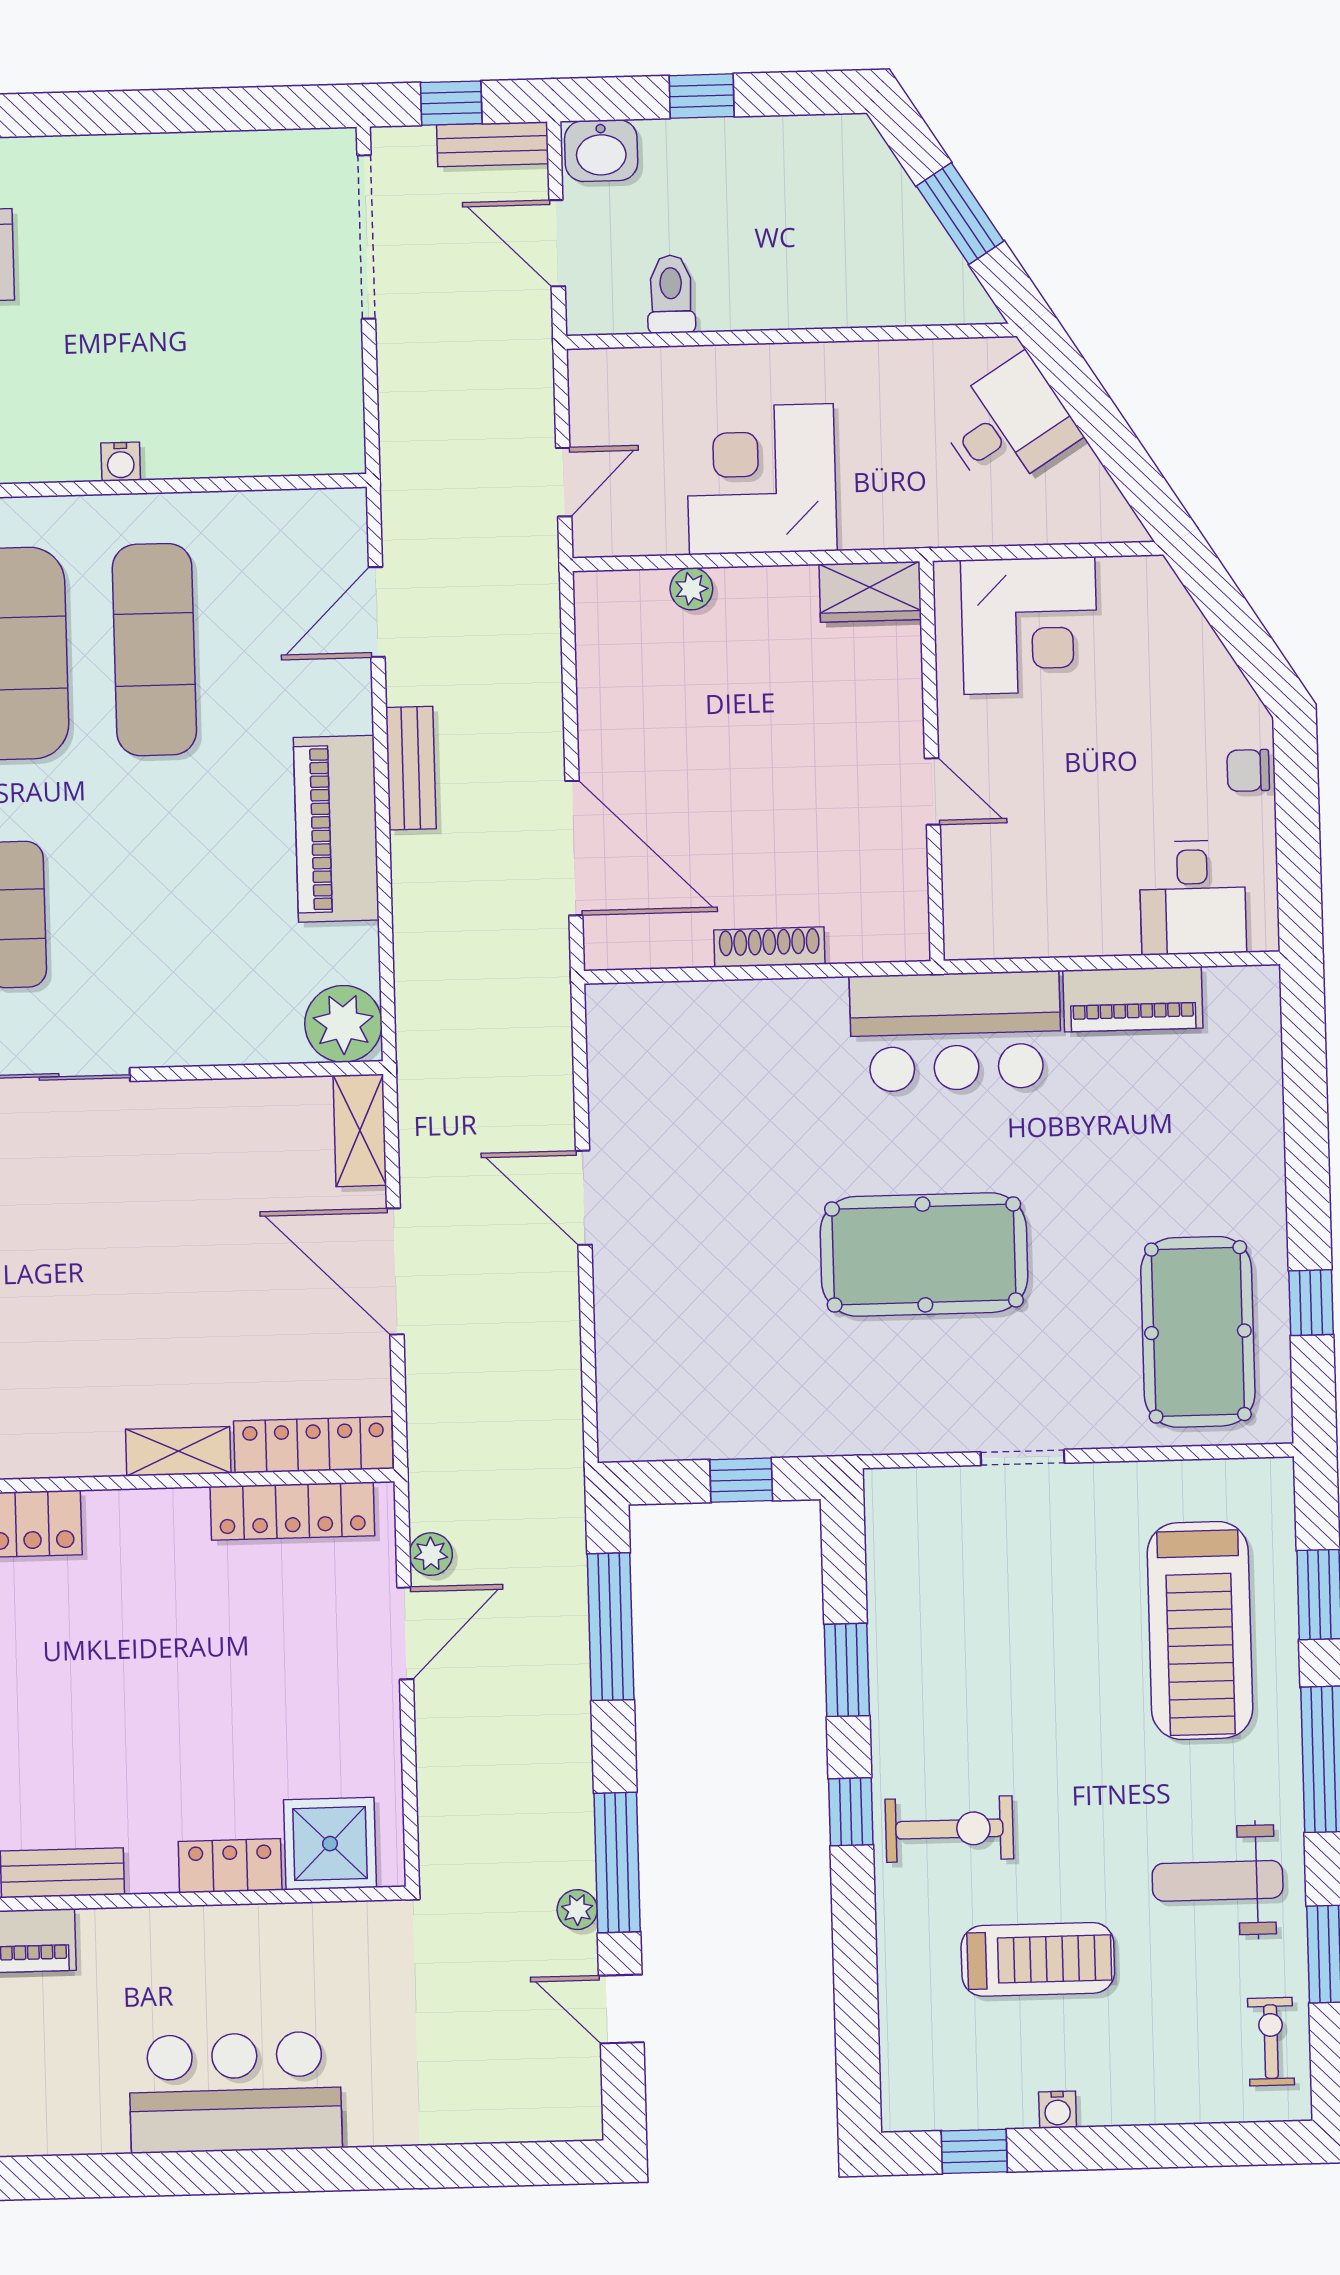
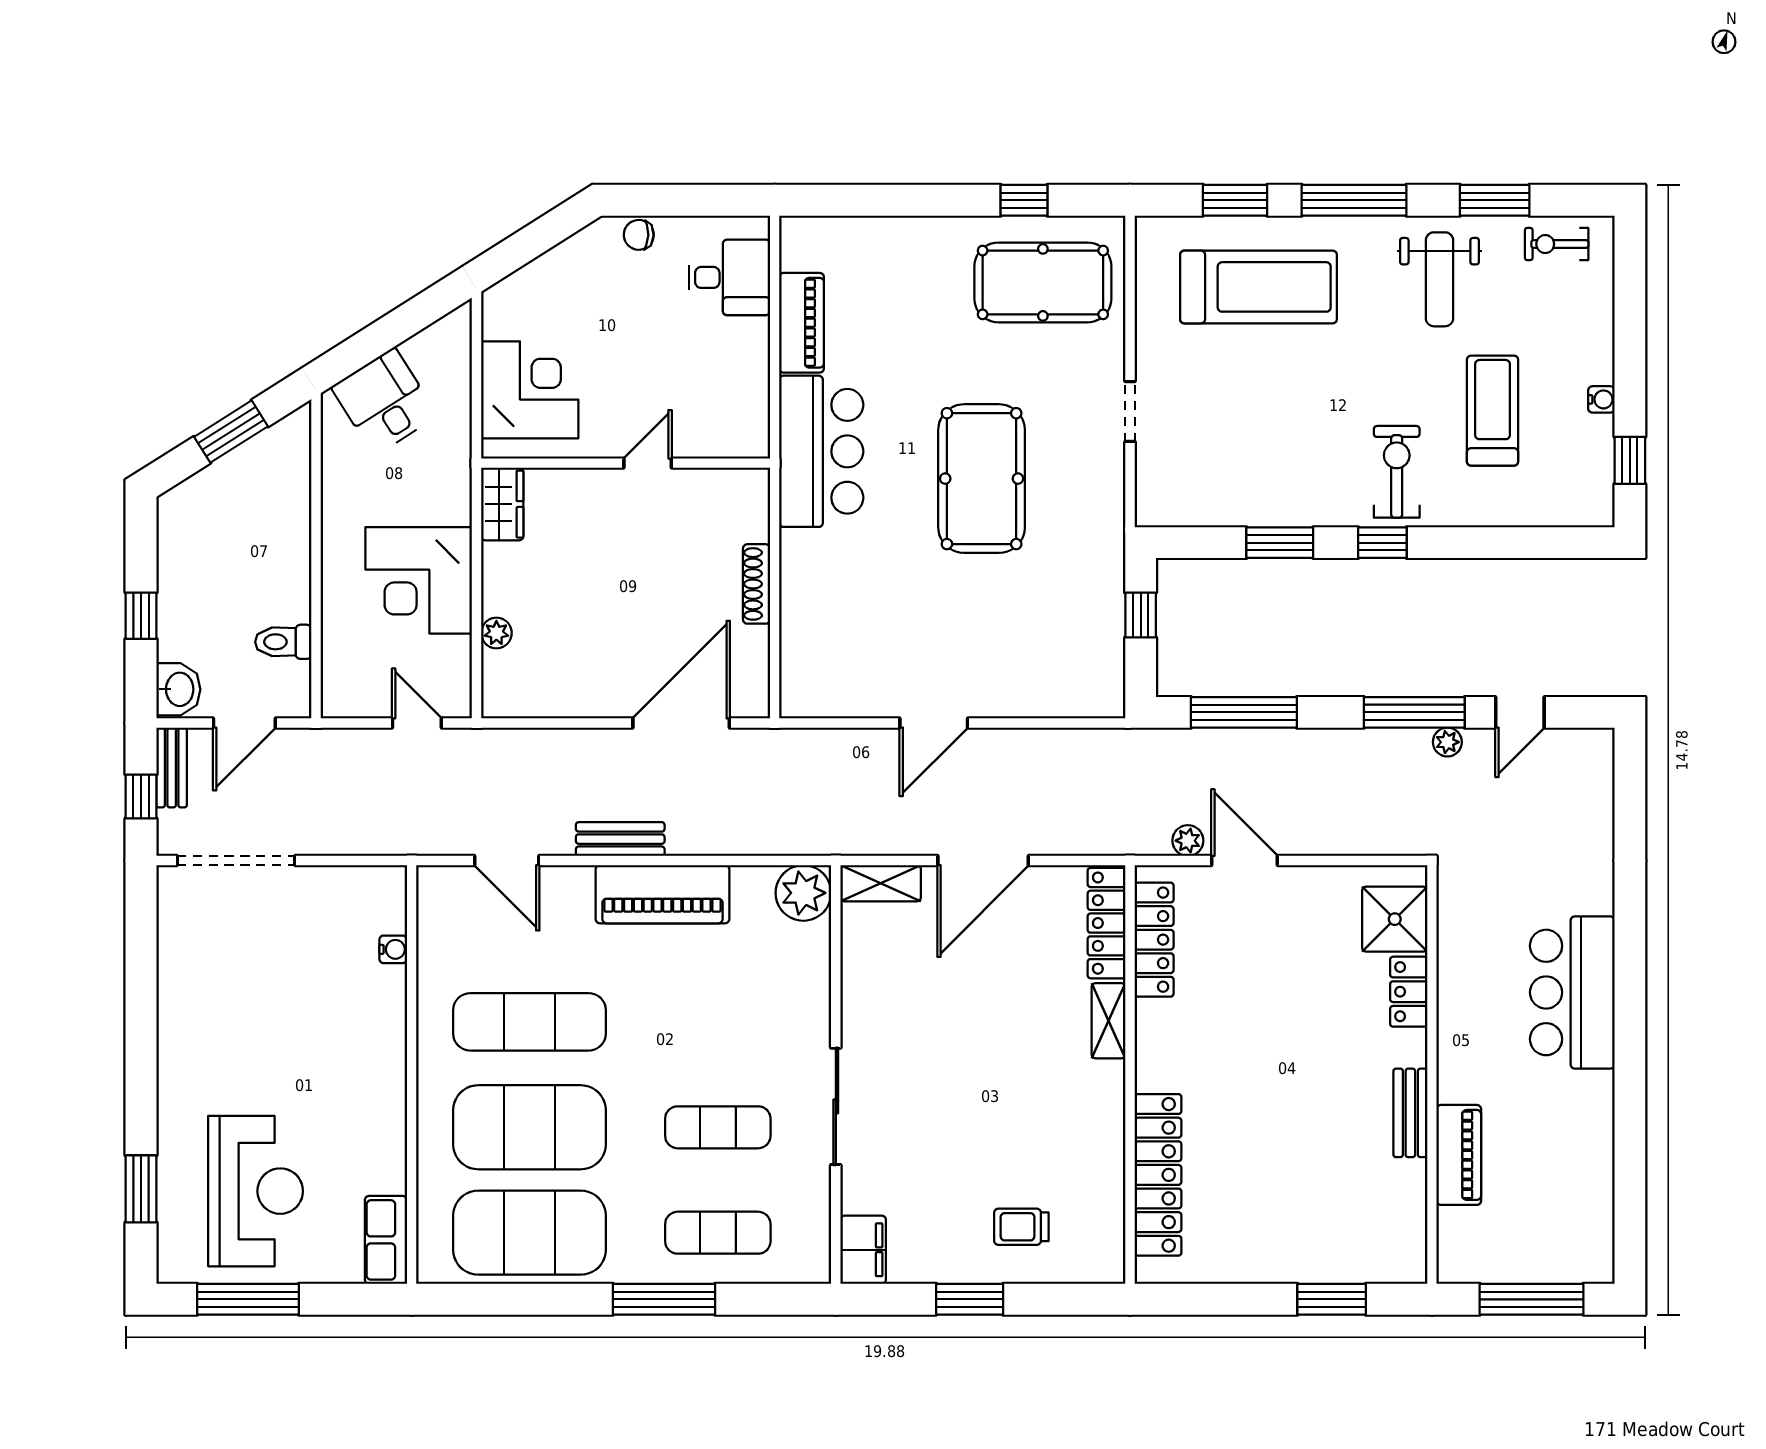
water cooler: (121, 462) -> (393, 949), moved
chair: (1248, 770) -> (639, 235), turned 92

